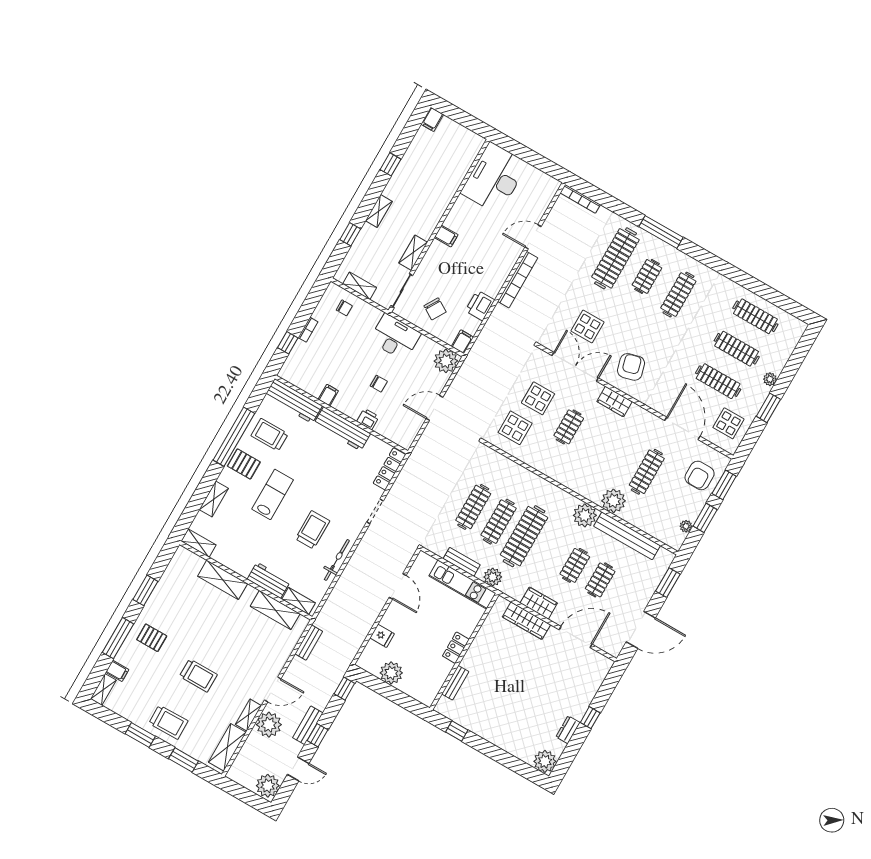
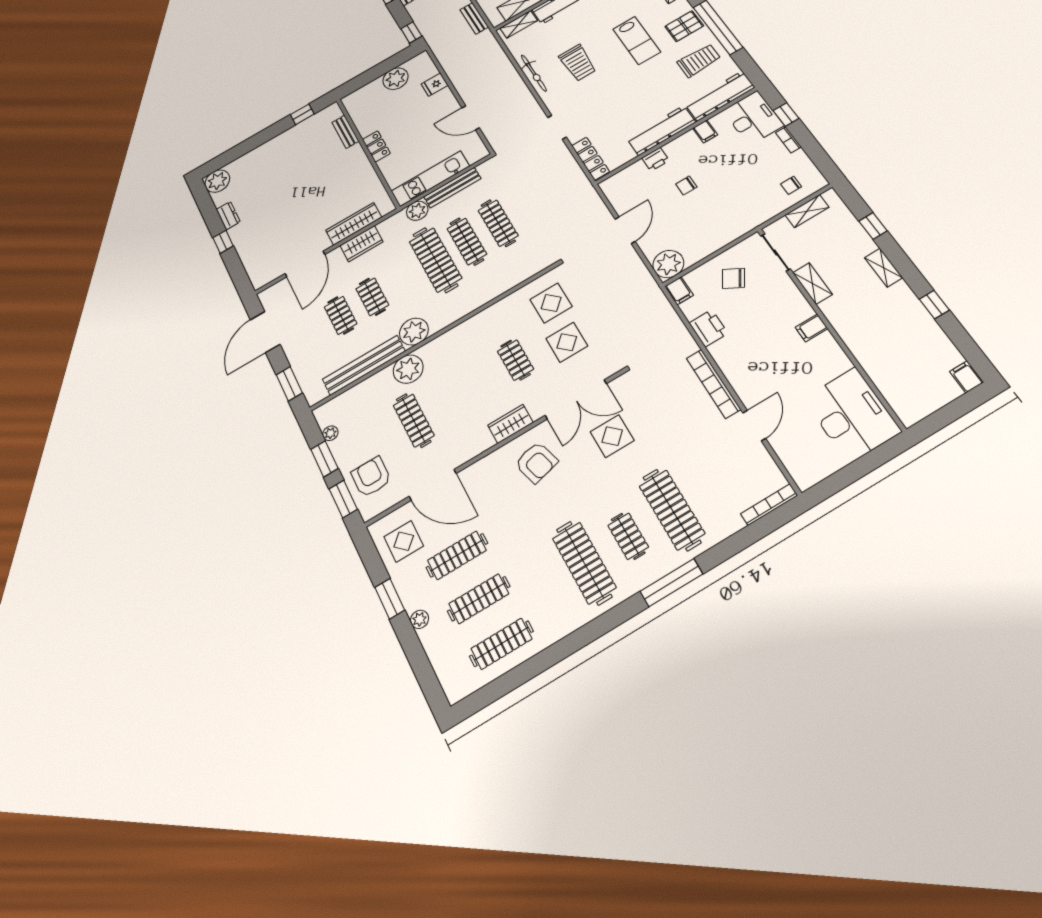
clothes rail: (678, 295) -> (584, 563), width x1.37, depth x1.31
desk: (395, 337) -> (753, 118), moved, turned -90
bench: (462, 562) -> (452, 188), width x1.36

